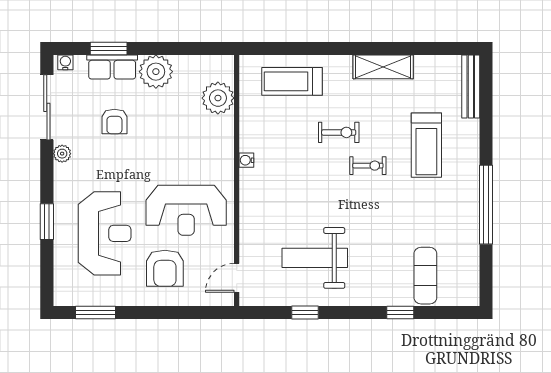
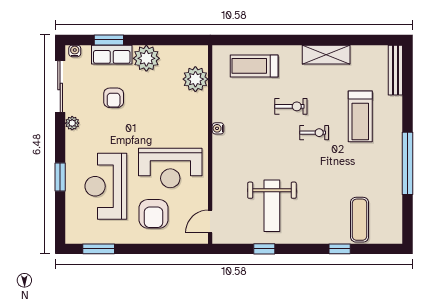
reception desk: (105, 233) -> (106, 186), turned 180
weight bench: (315, 258) -> (272, 206), turned -90

